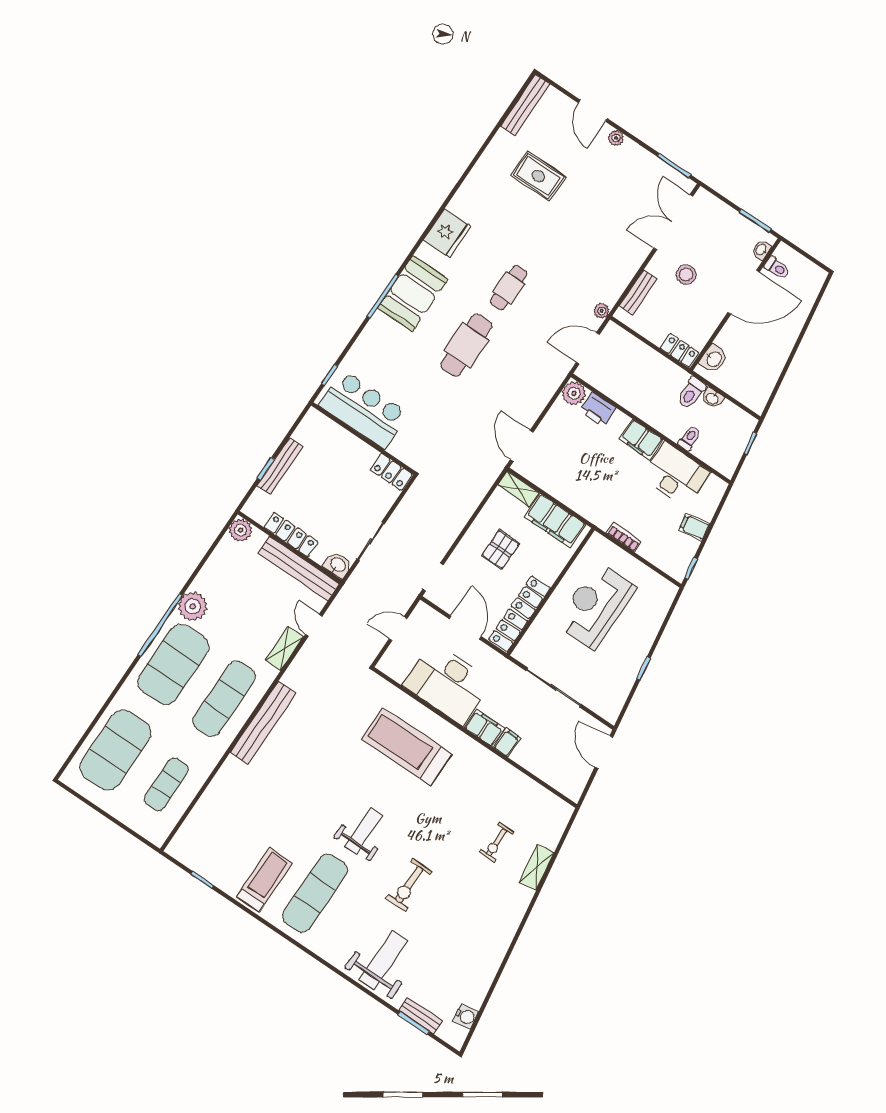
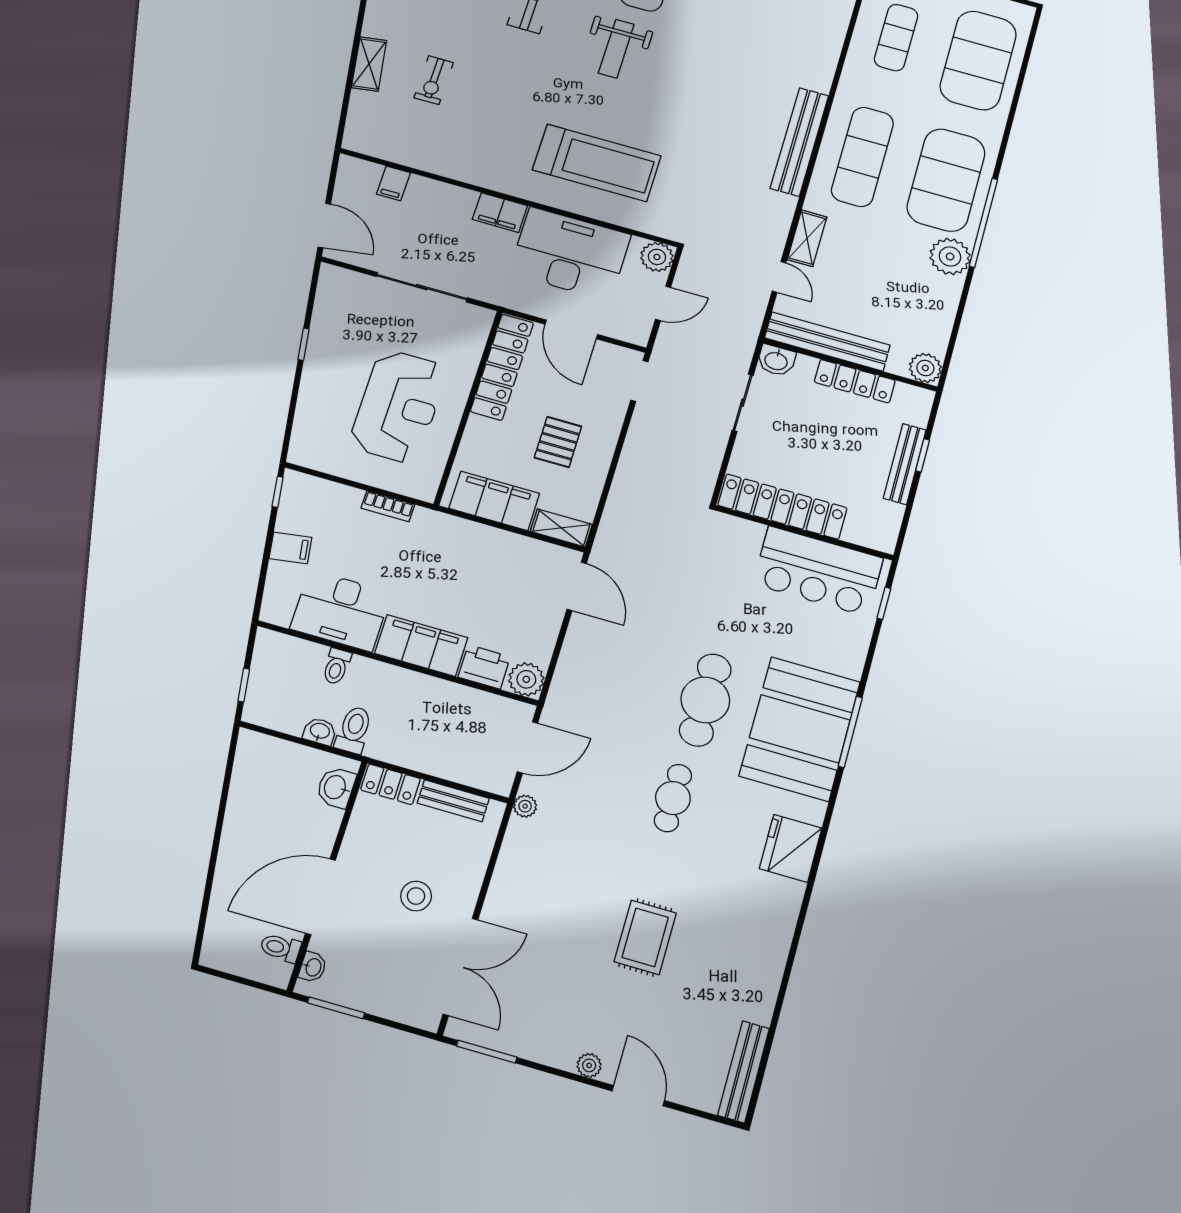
rug: (538, 176) -> (645, 937), moved, turned 90
bench: (638, 292) -> (453, 801), moved, turned 90
booth: (413, 293) -> (800, 729), width x1.36, depth x1.42
filing cabinet: (641, 439) -> (421, 645), width x1.50, depth x1.17
locker: (391, 472) -> (782, 507), width x2.16, depth x1.21
plant: (390, 664) -> (657, 257), added
filing cabinet: (507, 743) -> (393, 183), moved
exercise bike: (497, 842) -> (434, 80), turned 180

